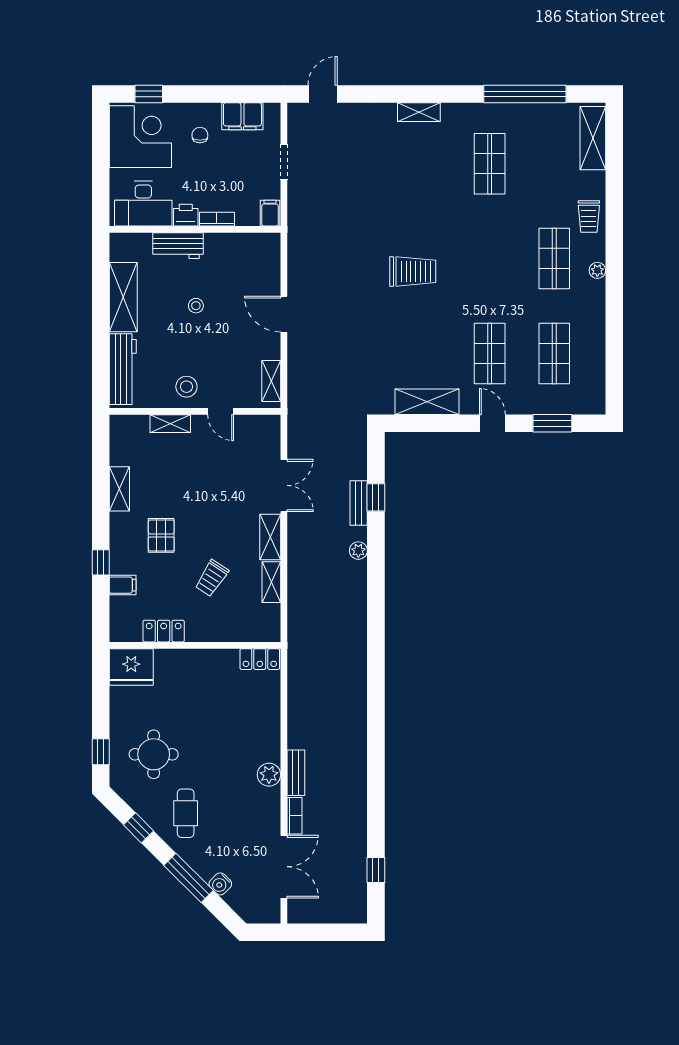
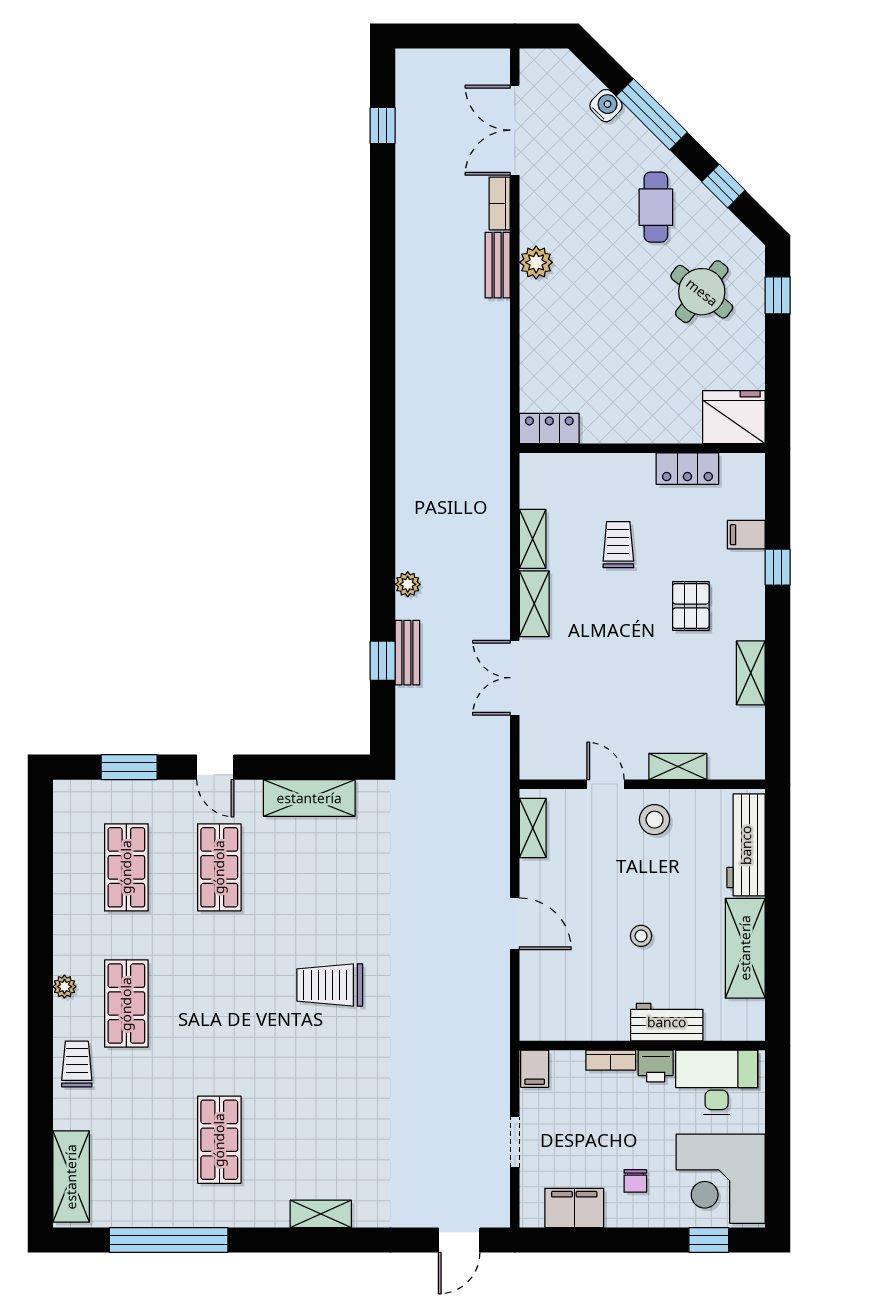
trolley: (212, 578) -> (618, 545), turned -33
round table: (154, 754) -> (702, 292), turned 38

